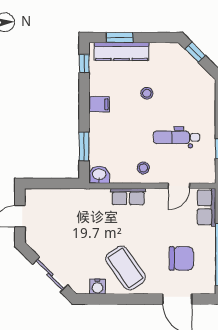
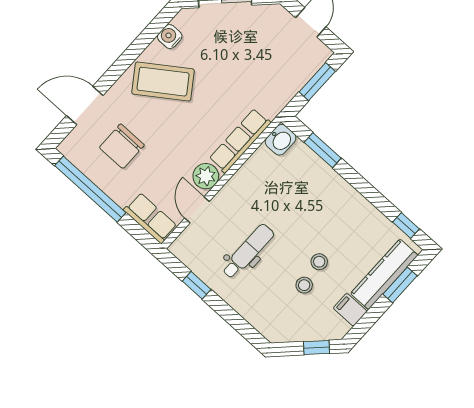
filing cabinet: (99, 104) -> (350, 310), moved, turned 90
stool: (143, 168) -> (304, 285), moved
window: (49, 183) -> (317, 82), added
row of seats: (128, 197) -> (240, 141), width x1.48
plant: (156, 198) -> (206, 176), added

